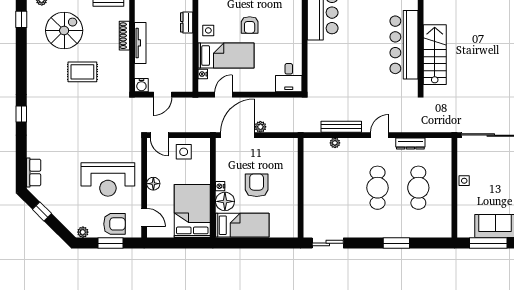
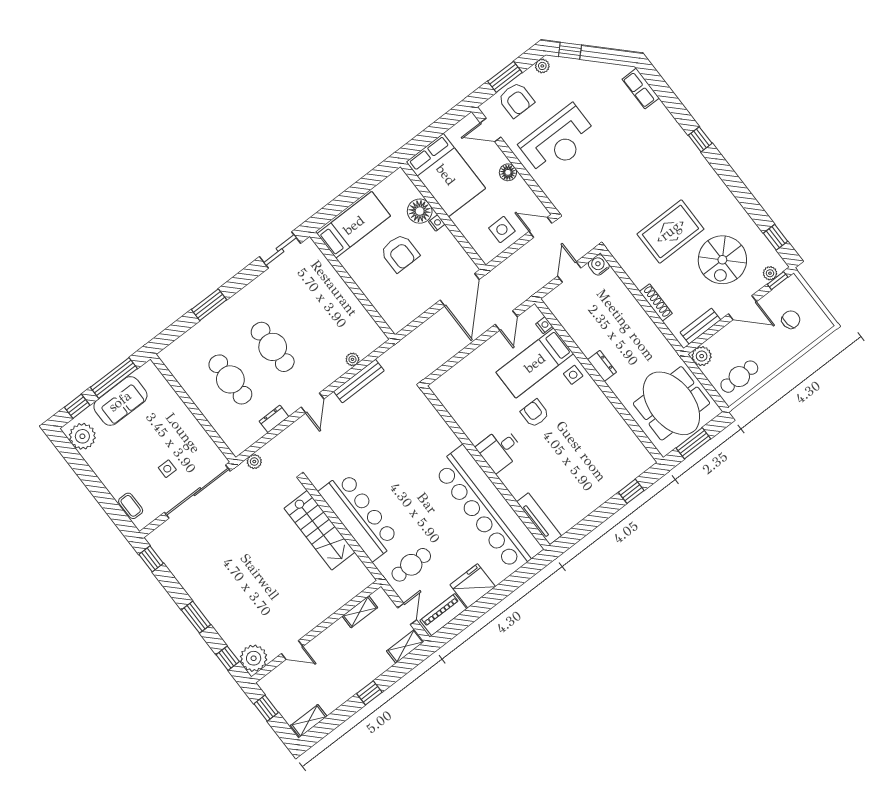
tv unit: (140, 43) -> (634, 308), removed
rug: (82, 72) -> (670, 231), width x1.36, depth x1.43
desk: (289, 78) -> (500, 449), moved, turned -90
plant: (260, 127) -> (254, 462), moved
dresser: (410, 143) -> (274, 419), width x0.70
reception desk: (108, 179) -> (558, 141), turned 180
side table: (464, 181) -> (167, 469), moved
window: (42, 211) -> (570, 51), moved
armchair: (115, 224) -> (516, 100), turned -90
bed: (242, 225) -> (354, 225), moved, turned 180

